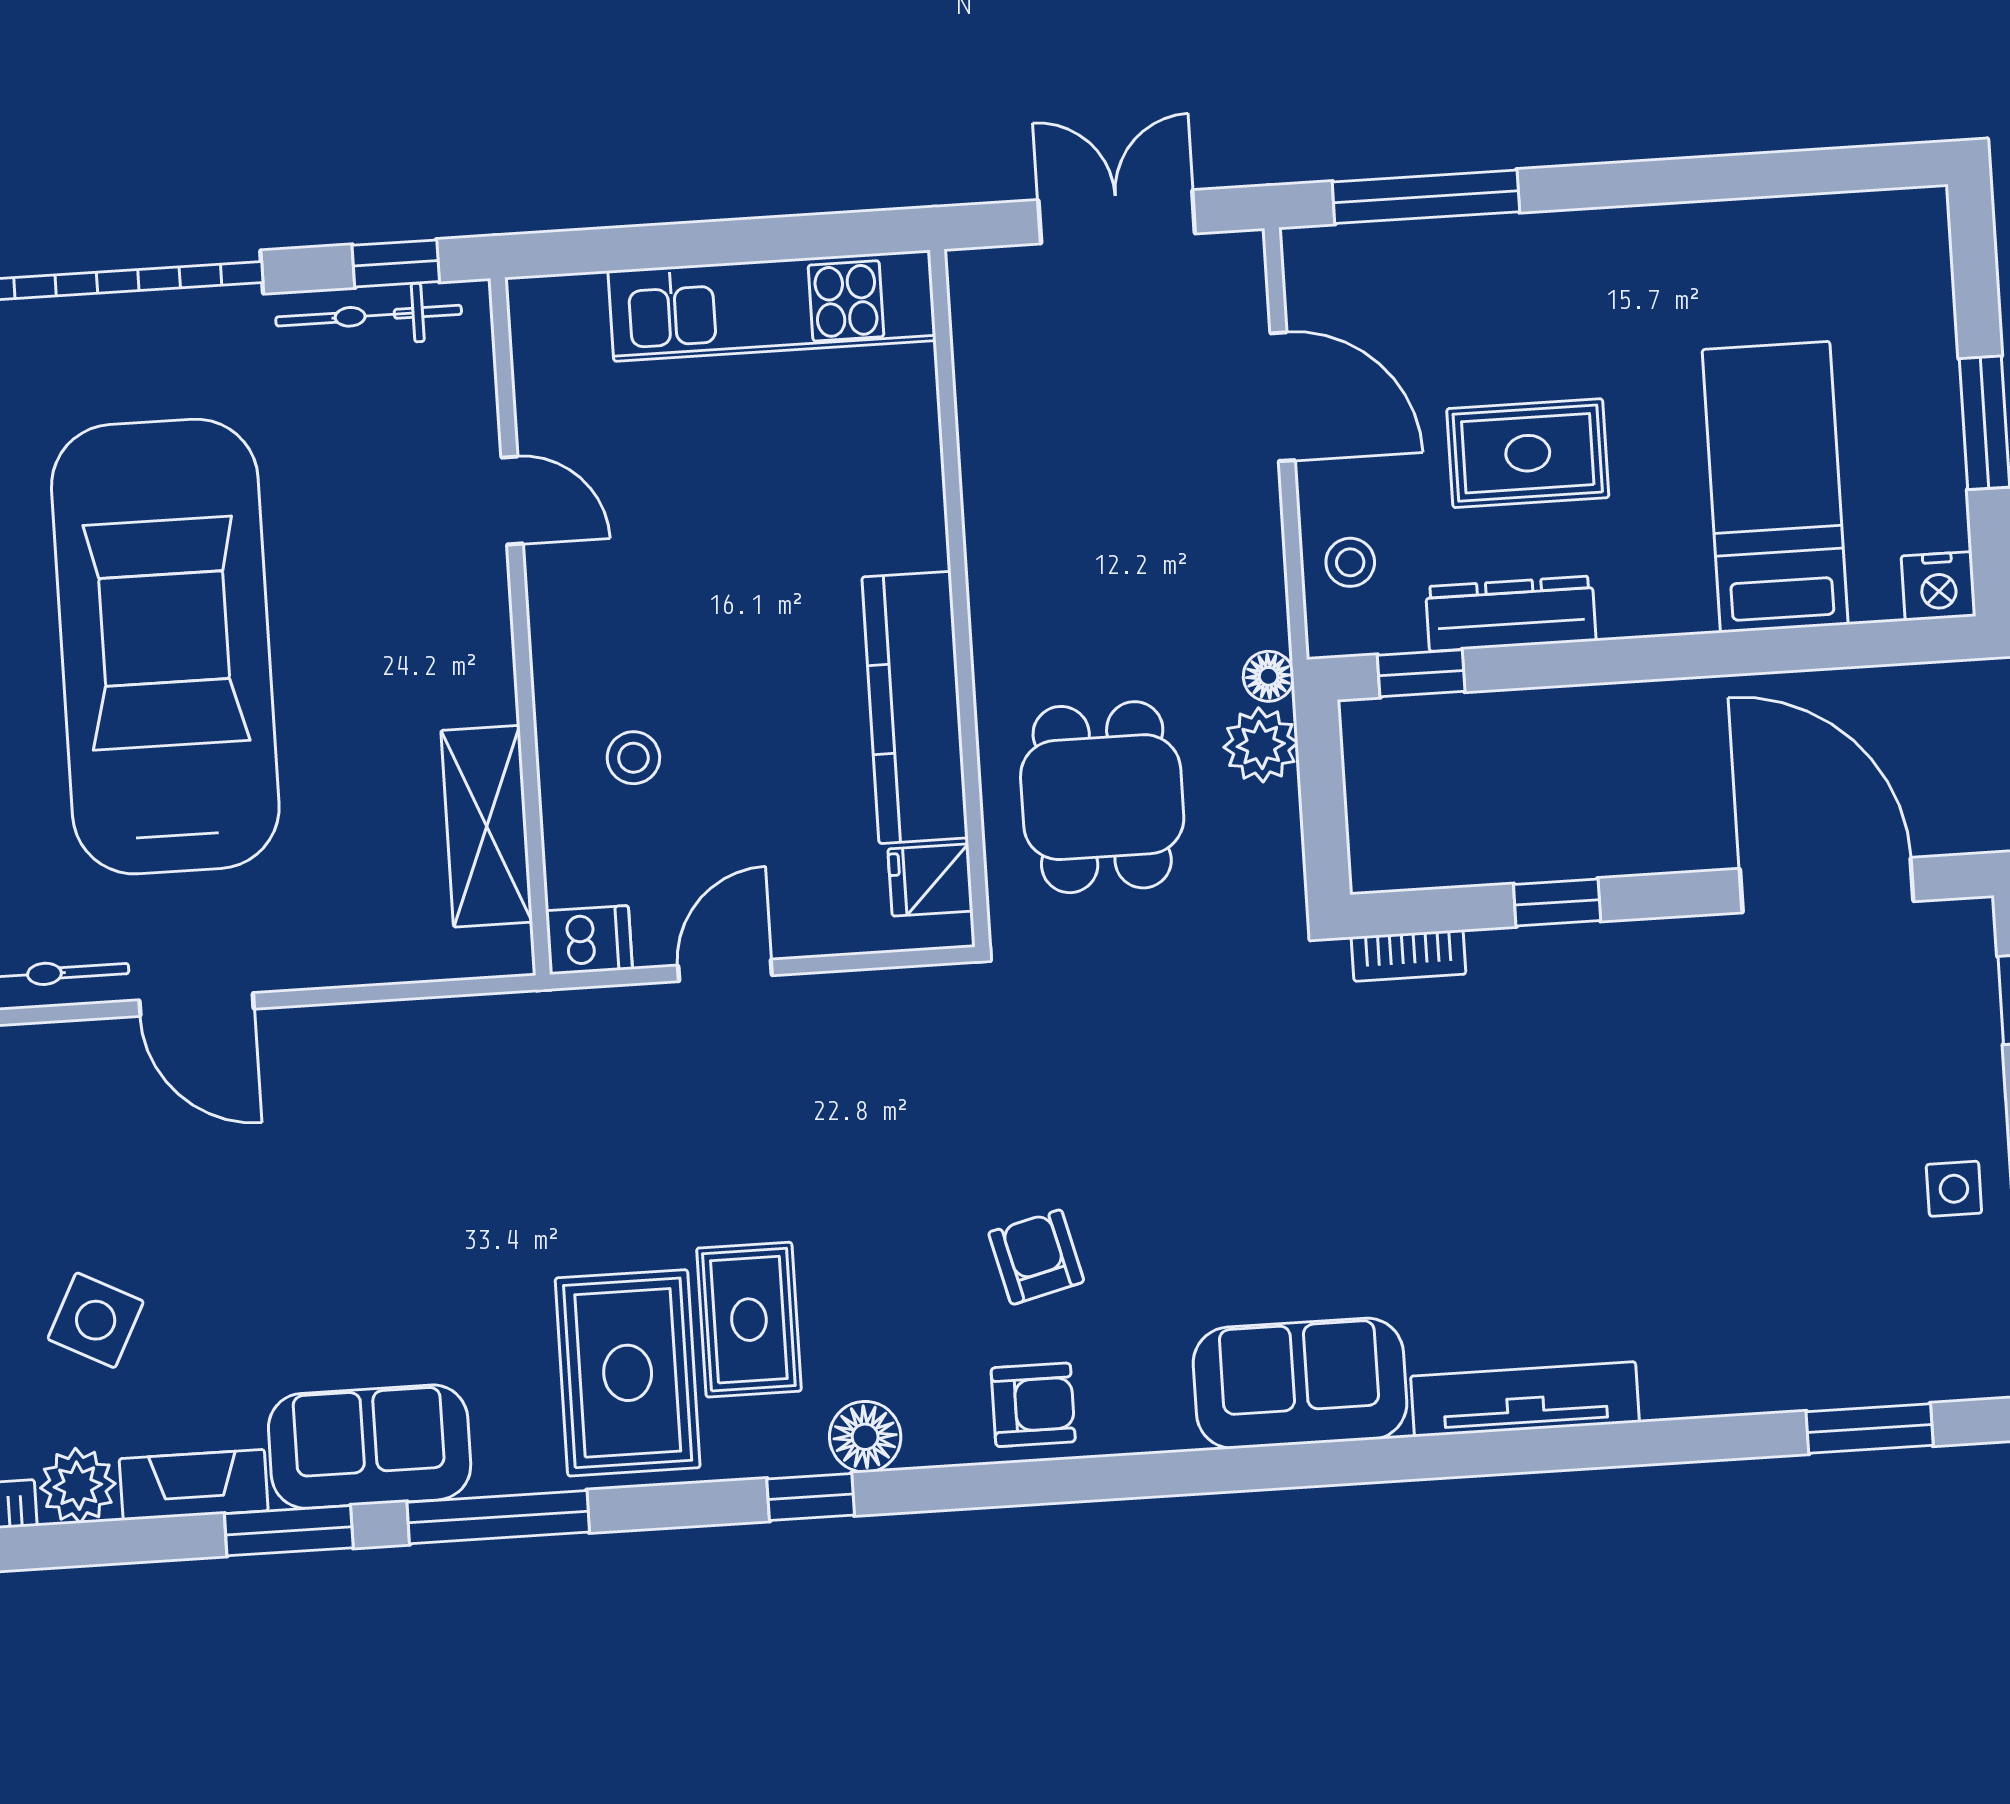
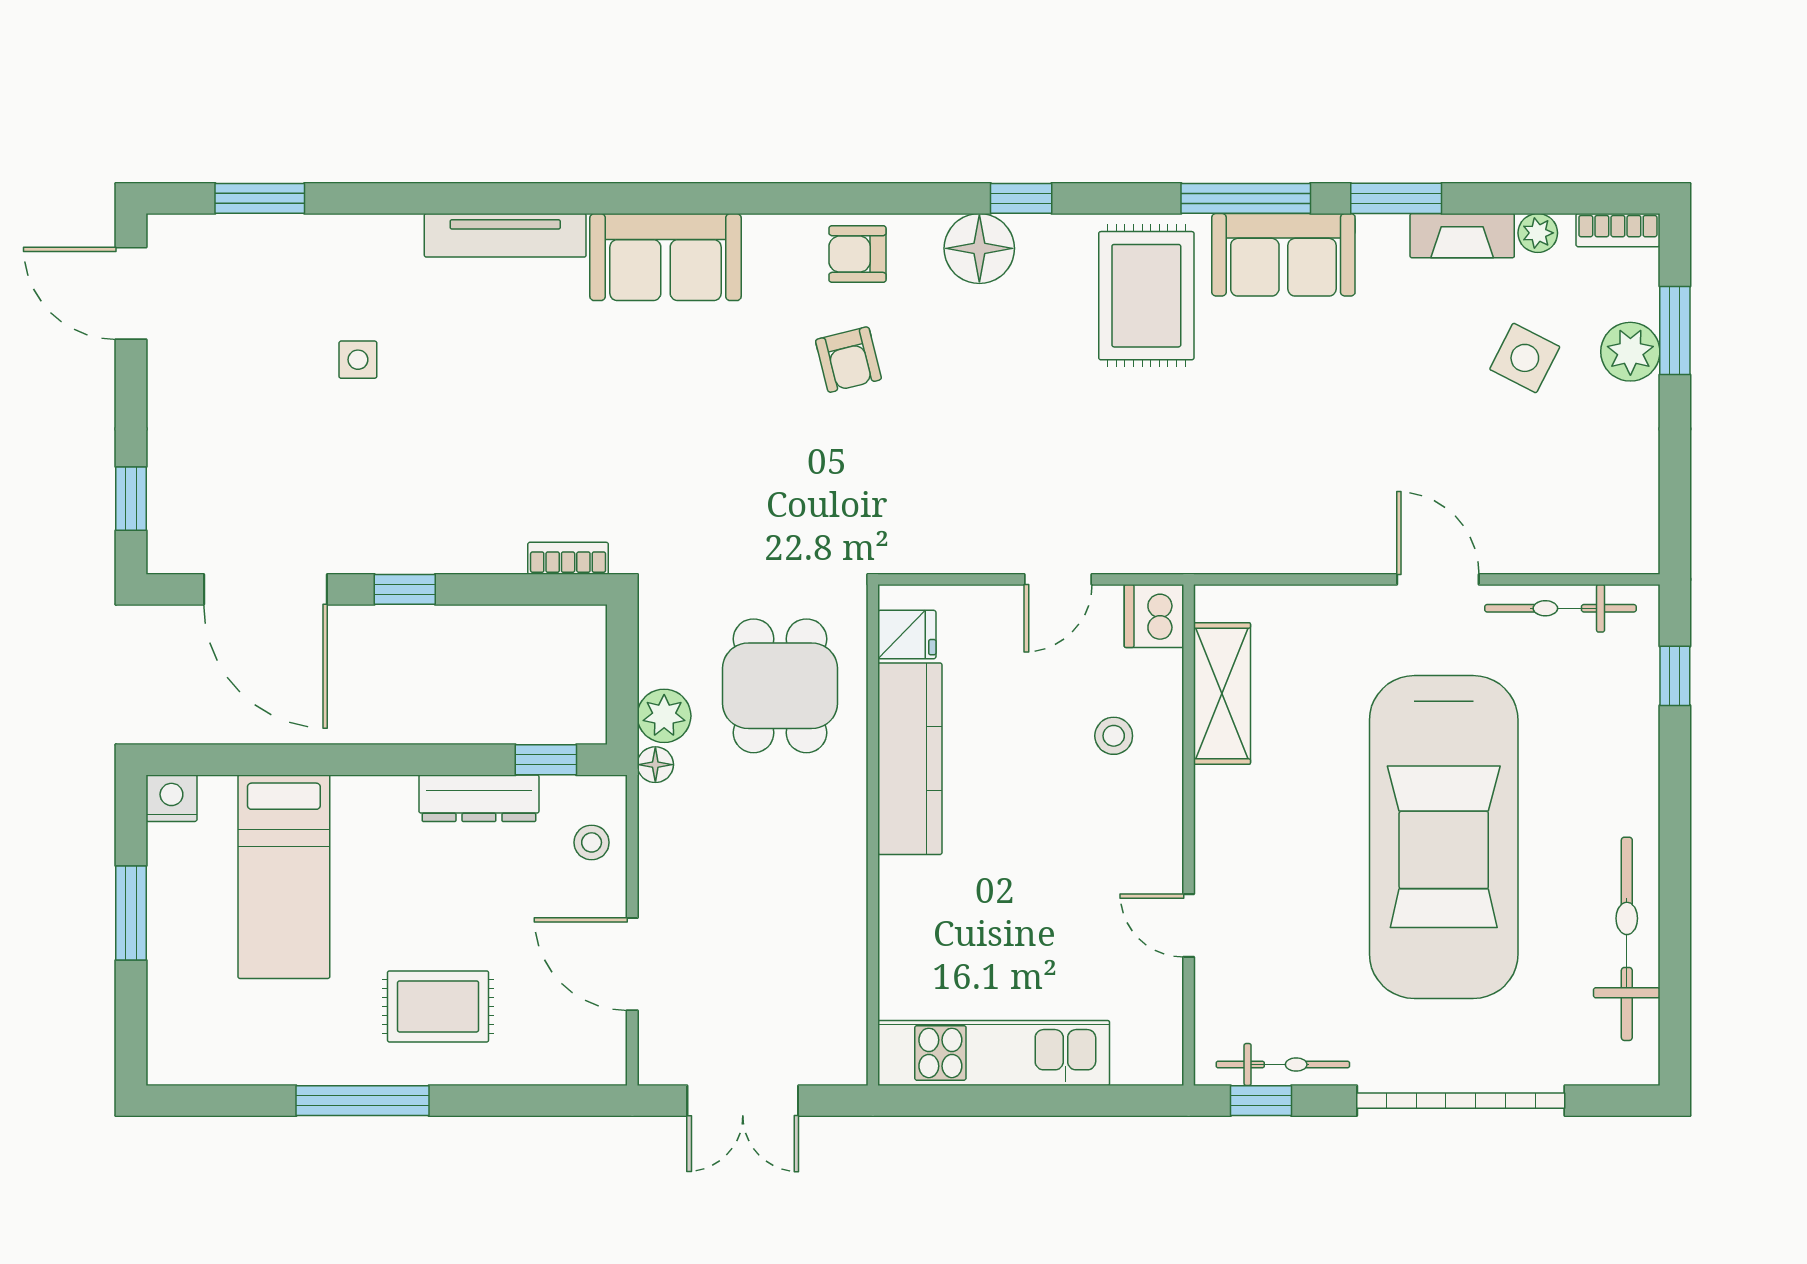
window: (1426, 197) -> (363, 1101), moved
rug: (1528, 453) -> (438, 1006), moved
window: (1557, 903) -> (405, 589), moved
dishwasher: (589, 940) -> (1154, 616), width x1.38
side table: (1954, 1189) -> (358, 360), moved
rug: (749, 1320) -> (1057, 328), removed
floor lamp: (865, 1437) -> (979, 248), width x1.38, depth x1.38
sofa: (370, 1447) -> (1283, 255), moved
plant: (78, 1486) -> (1538, 233), width x0.73, depth x0.73

